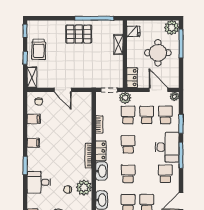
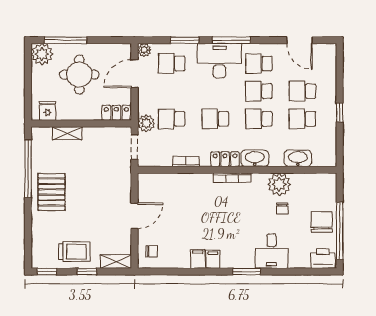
school desk: (147, 115) -> (259, 91), moved
filing cabinet: (34, 119) -> (198, 259), moved

